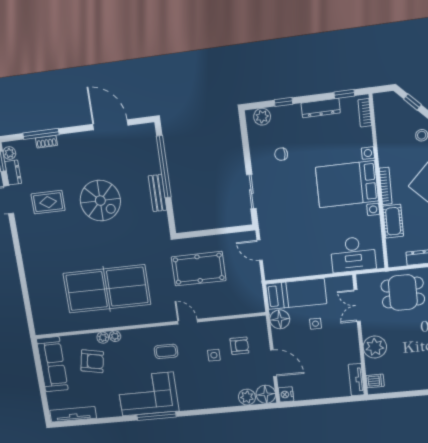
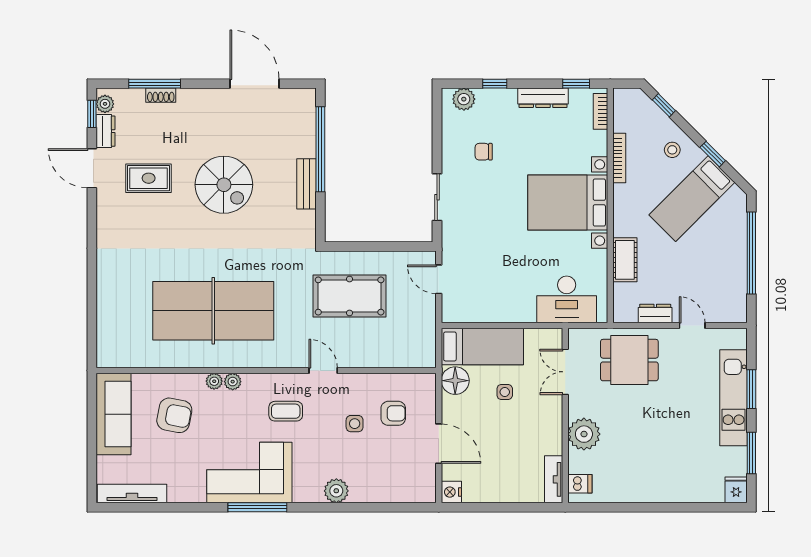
bookcase: (386, 186) -> (619, 158), moved
plant: (103, 338) -> (233, 382), moved
floor lamp: (266, 394) -> (422, 489), removed
plant: (247, 397) -> (336, 491), moved

